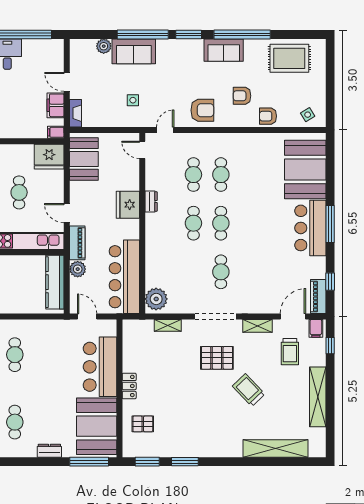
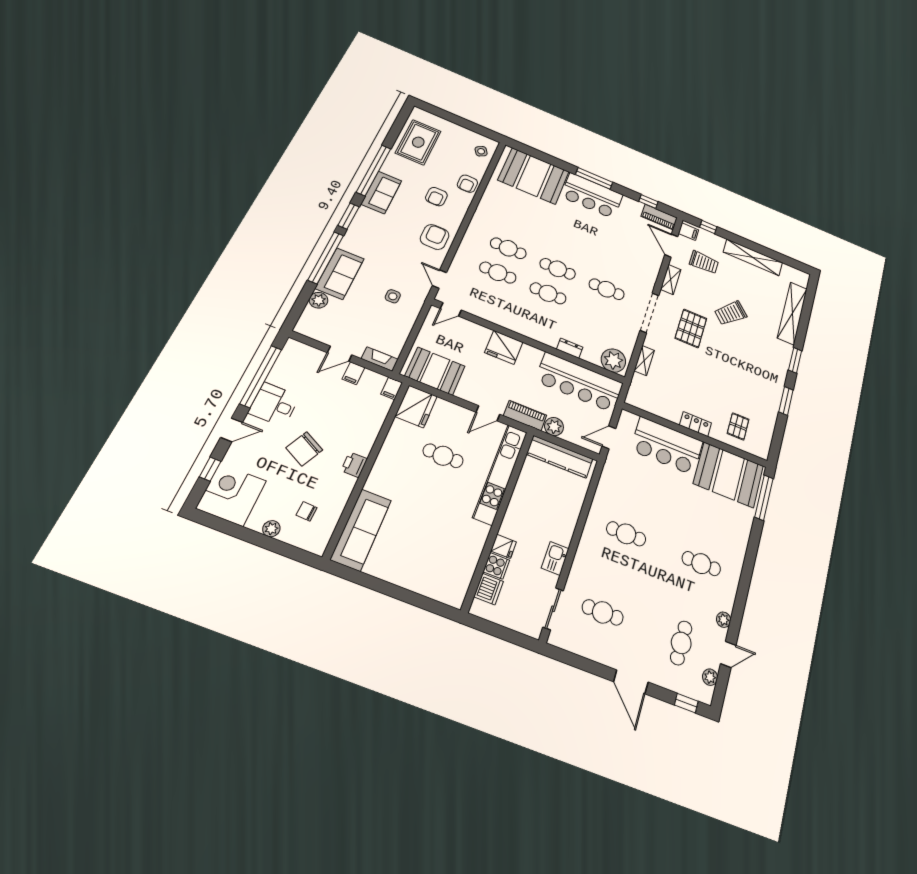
filing cabinet: (56, 105) -> (353, 373), width x0.50
dresser: (151, 202) -> (570, 348), moved
dresser: (49, 451) -> (742, 536), removed
window: (147, 462) -> (795, 360), moved

